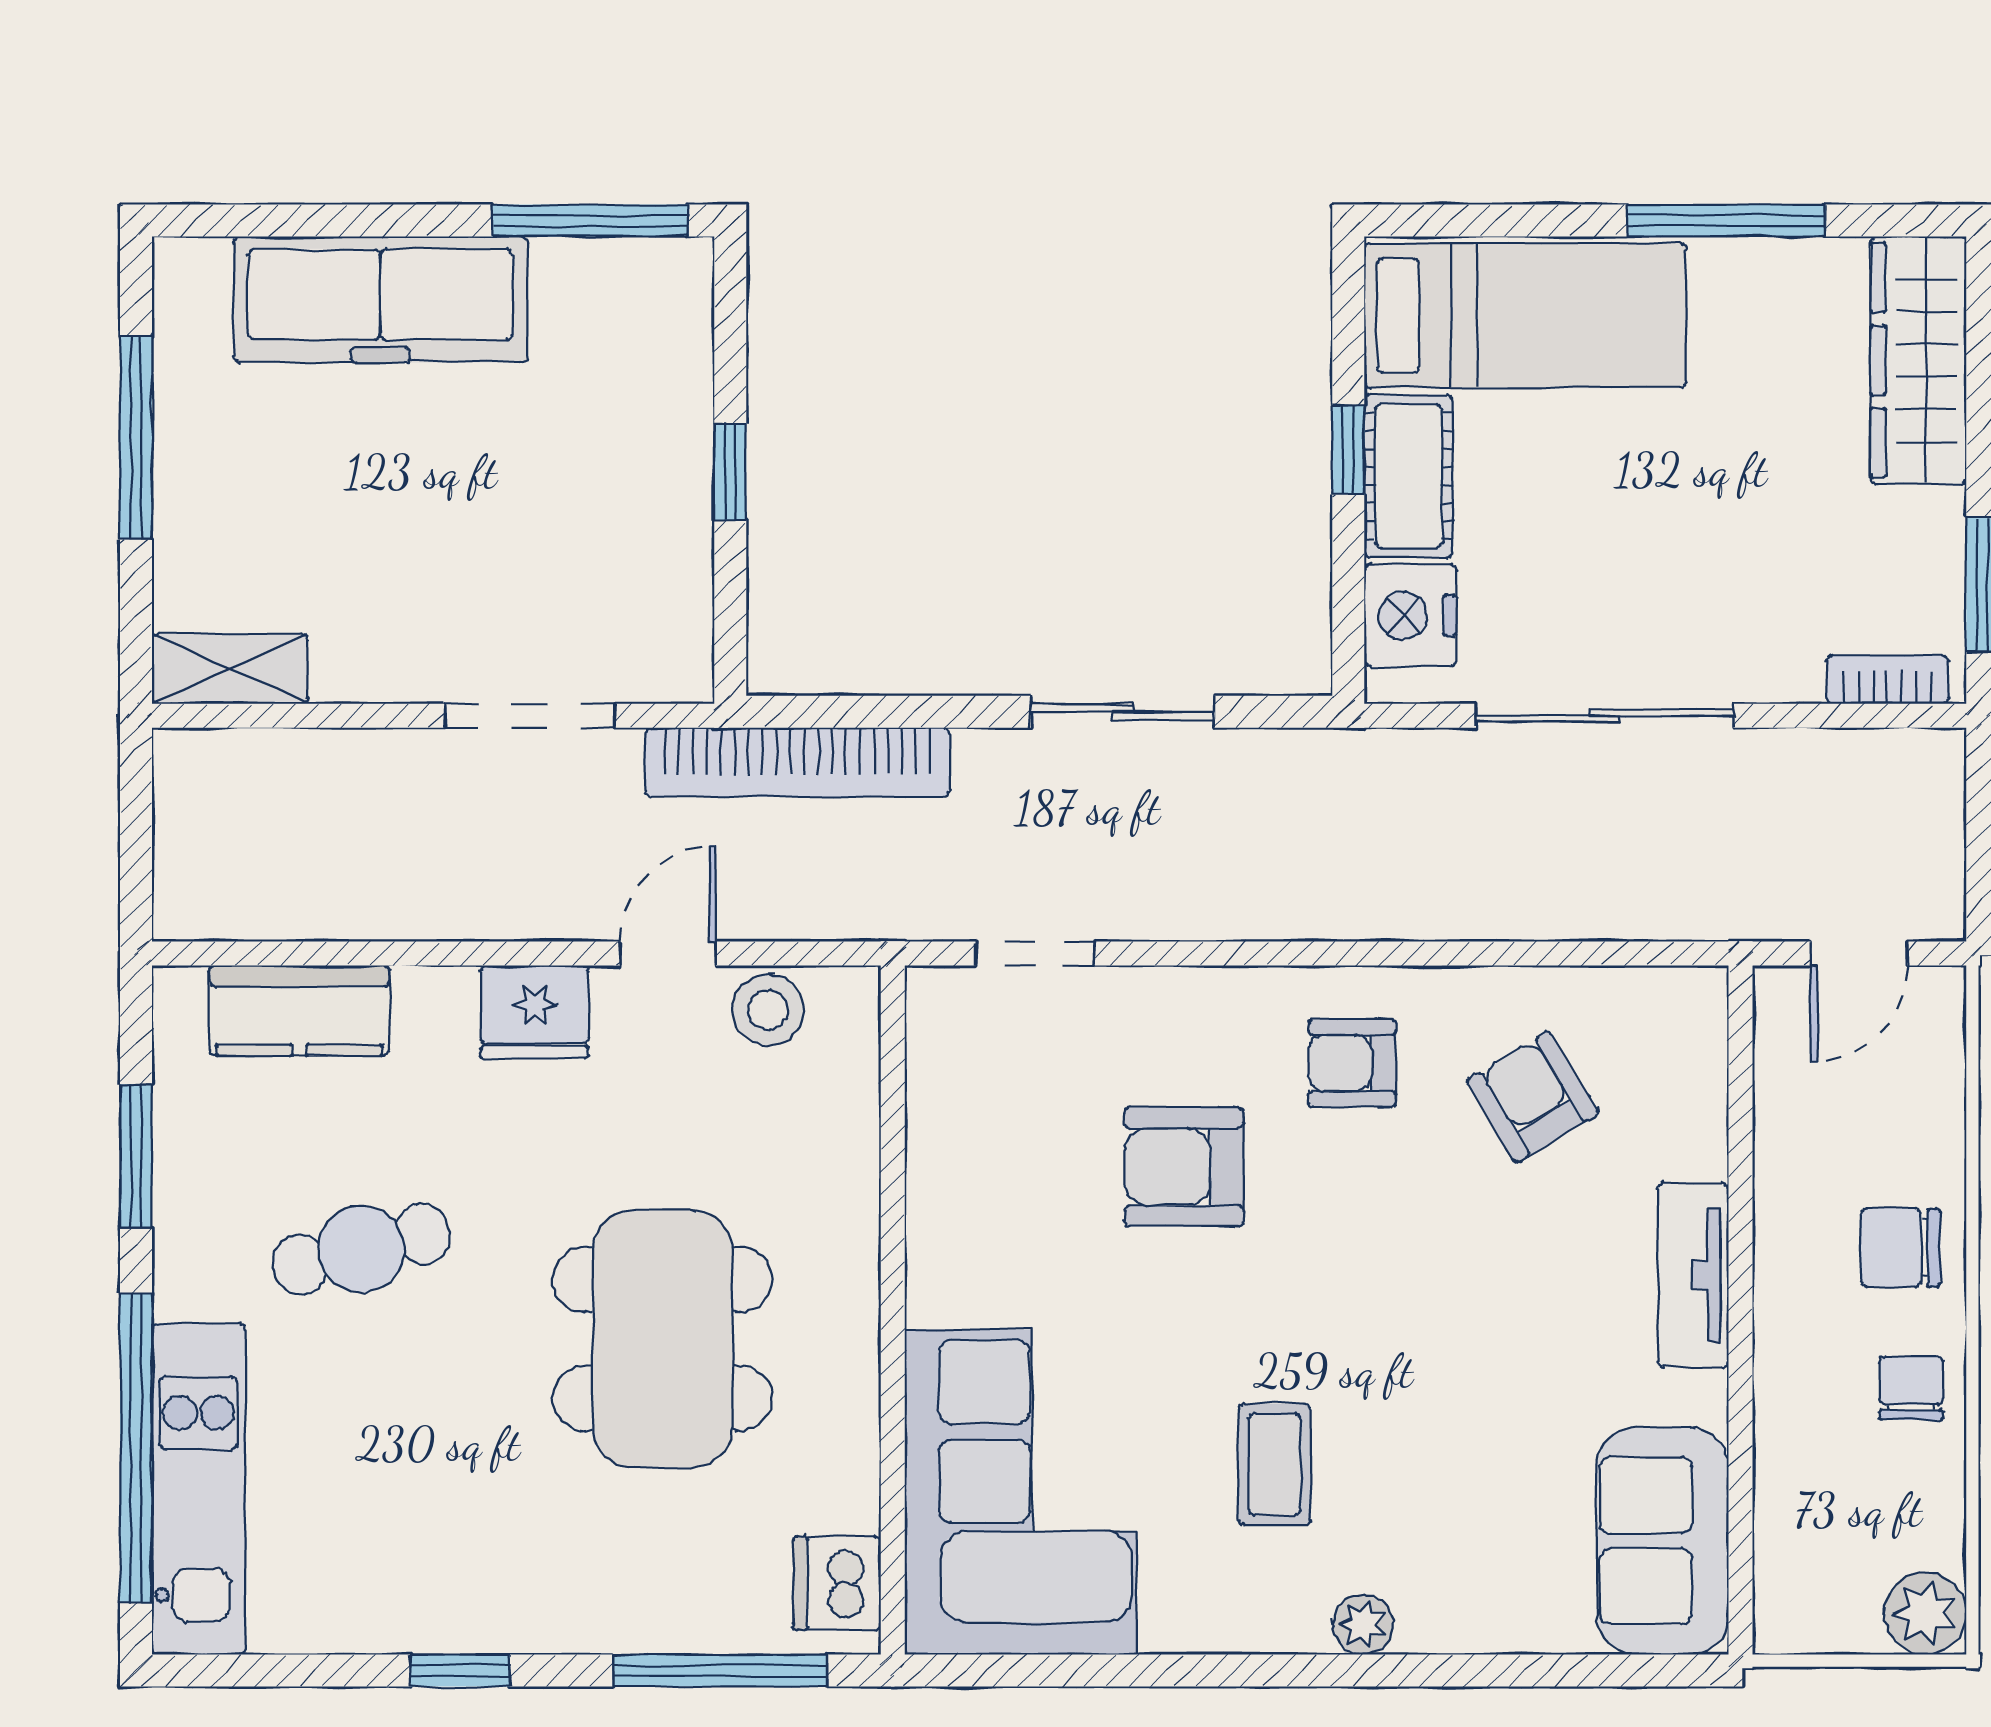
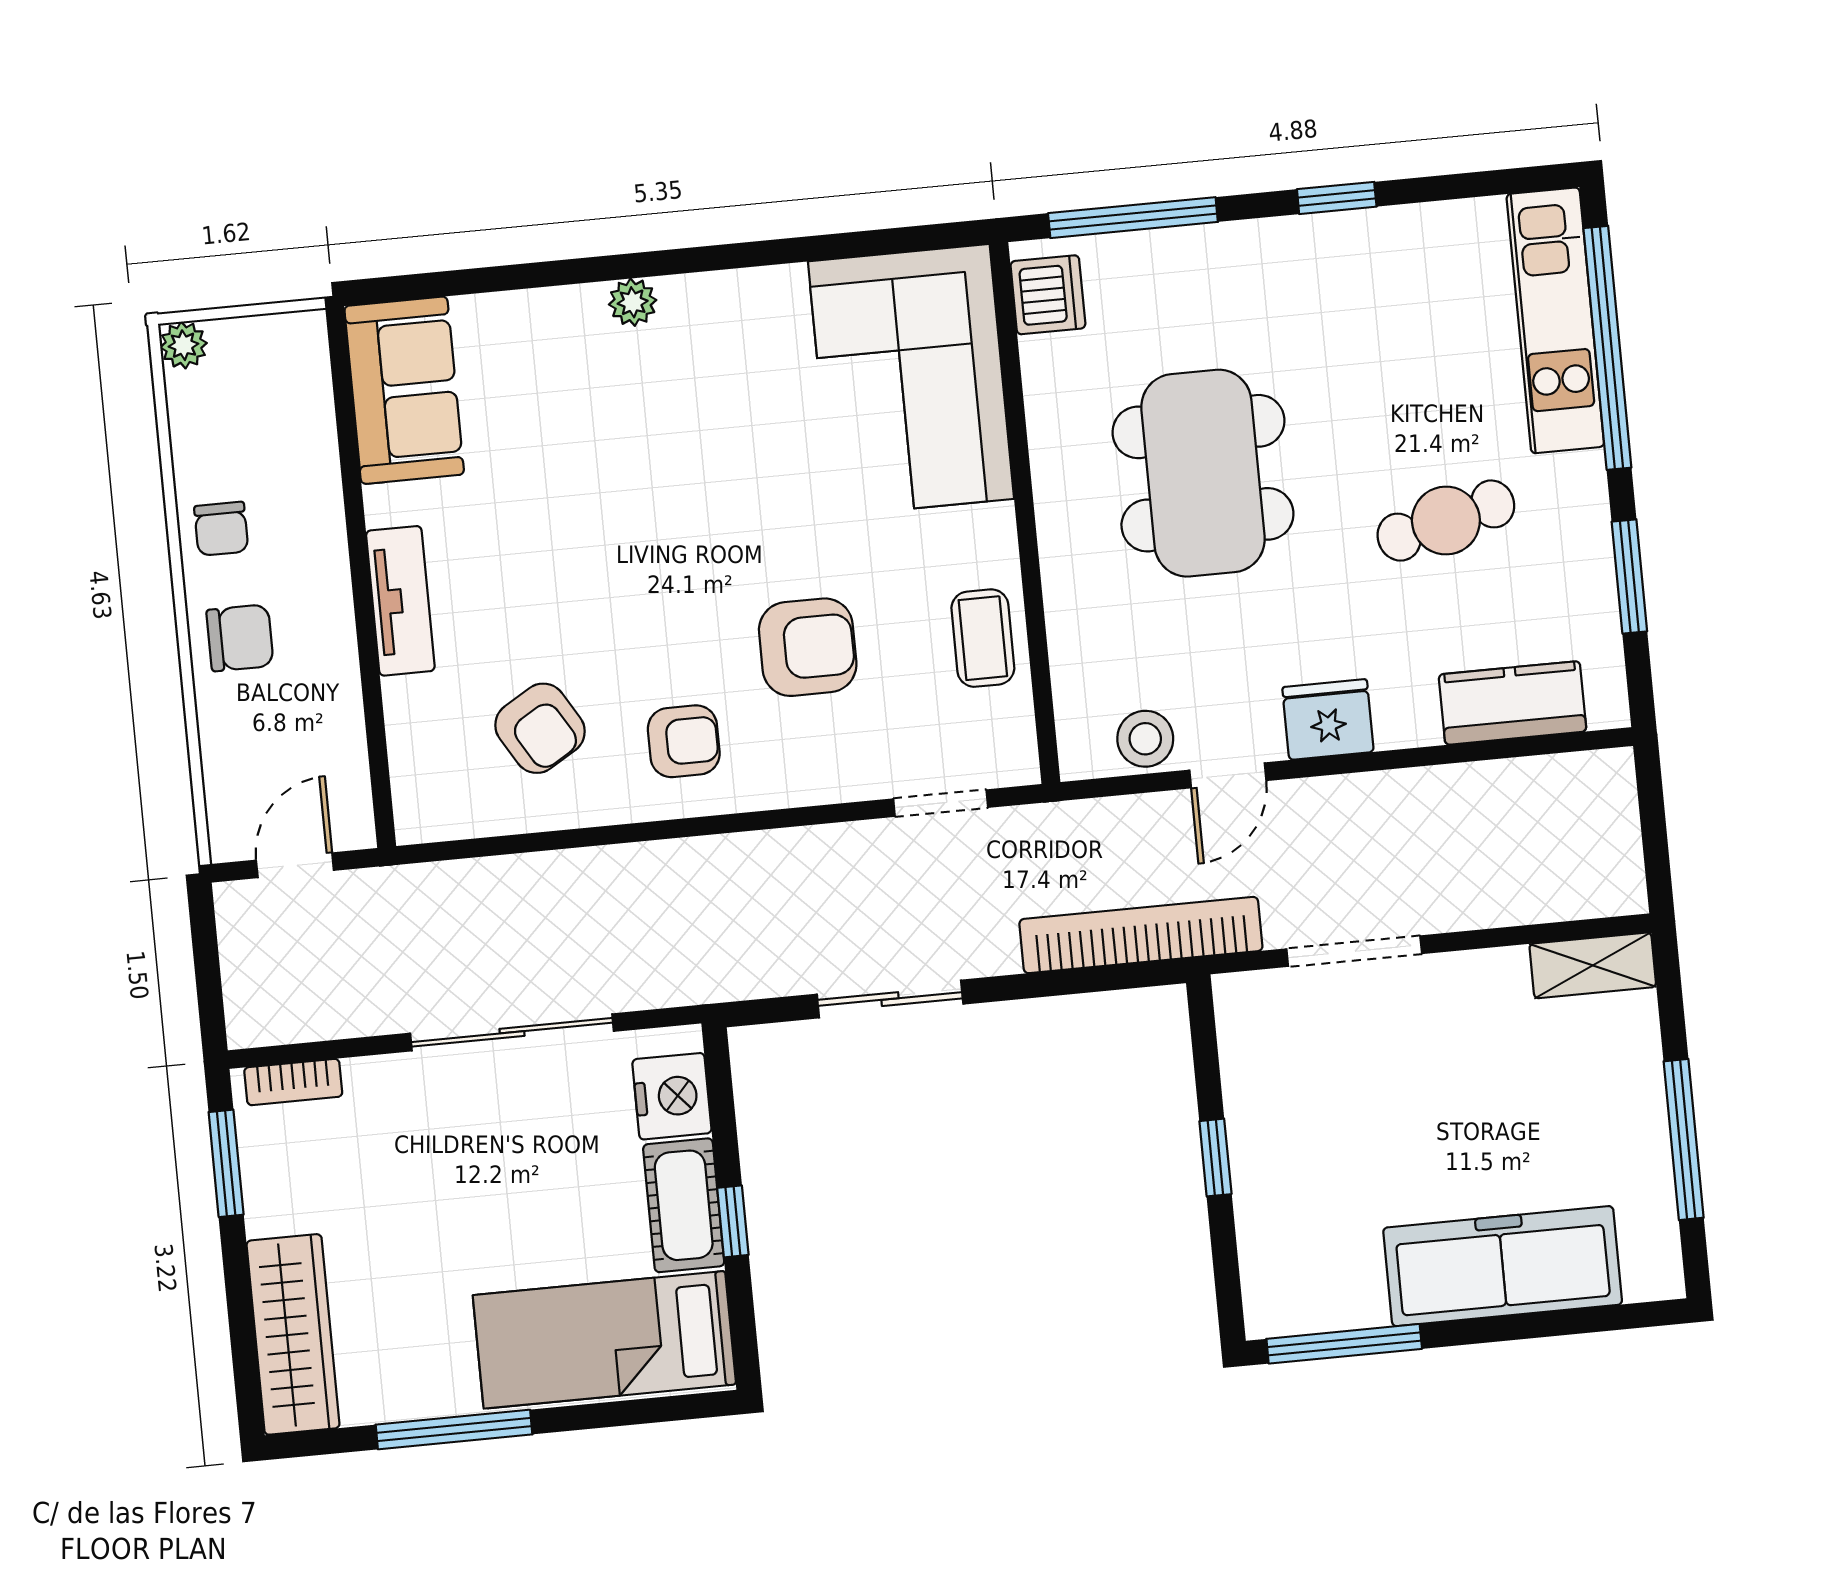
coffee table: (1275, 1464) -> (983, 638), moved
plant: (1925, 1614) -> (183, 345), width x0.73, depth x0.73

